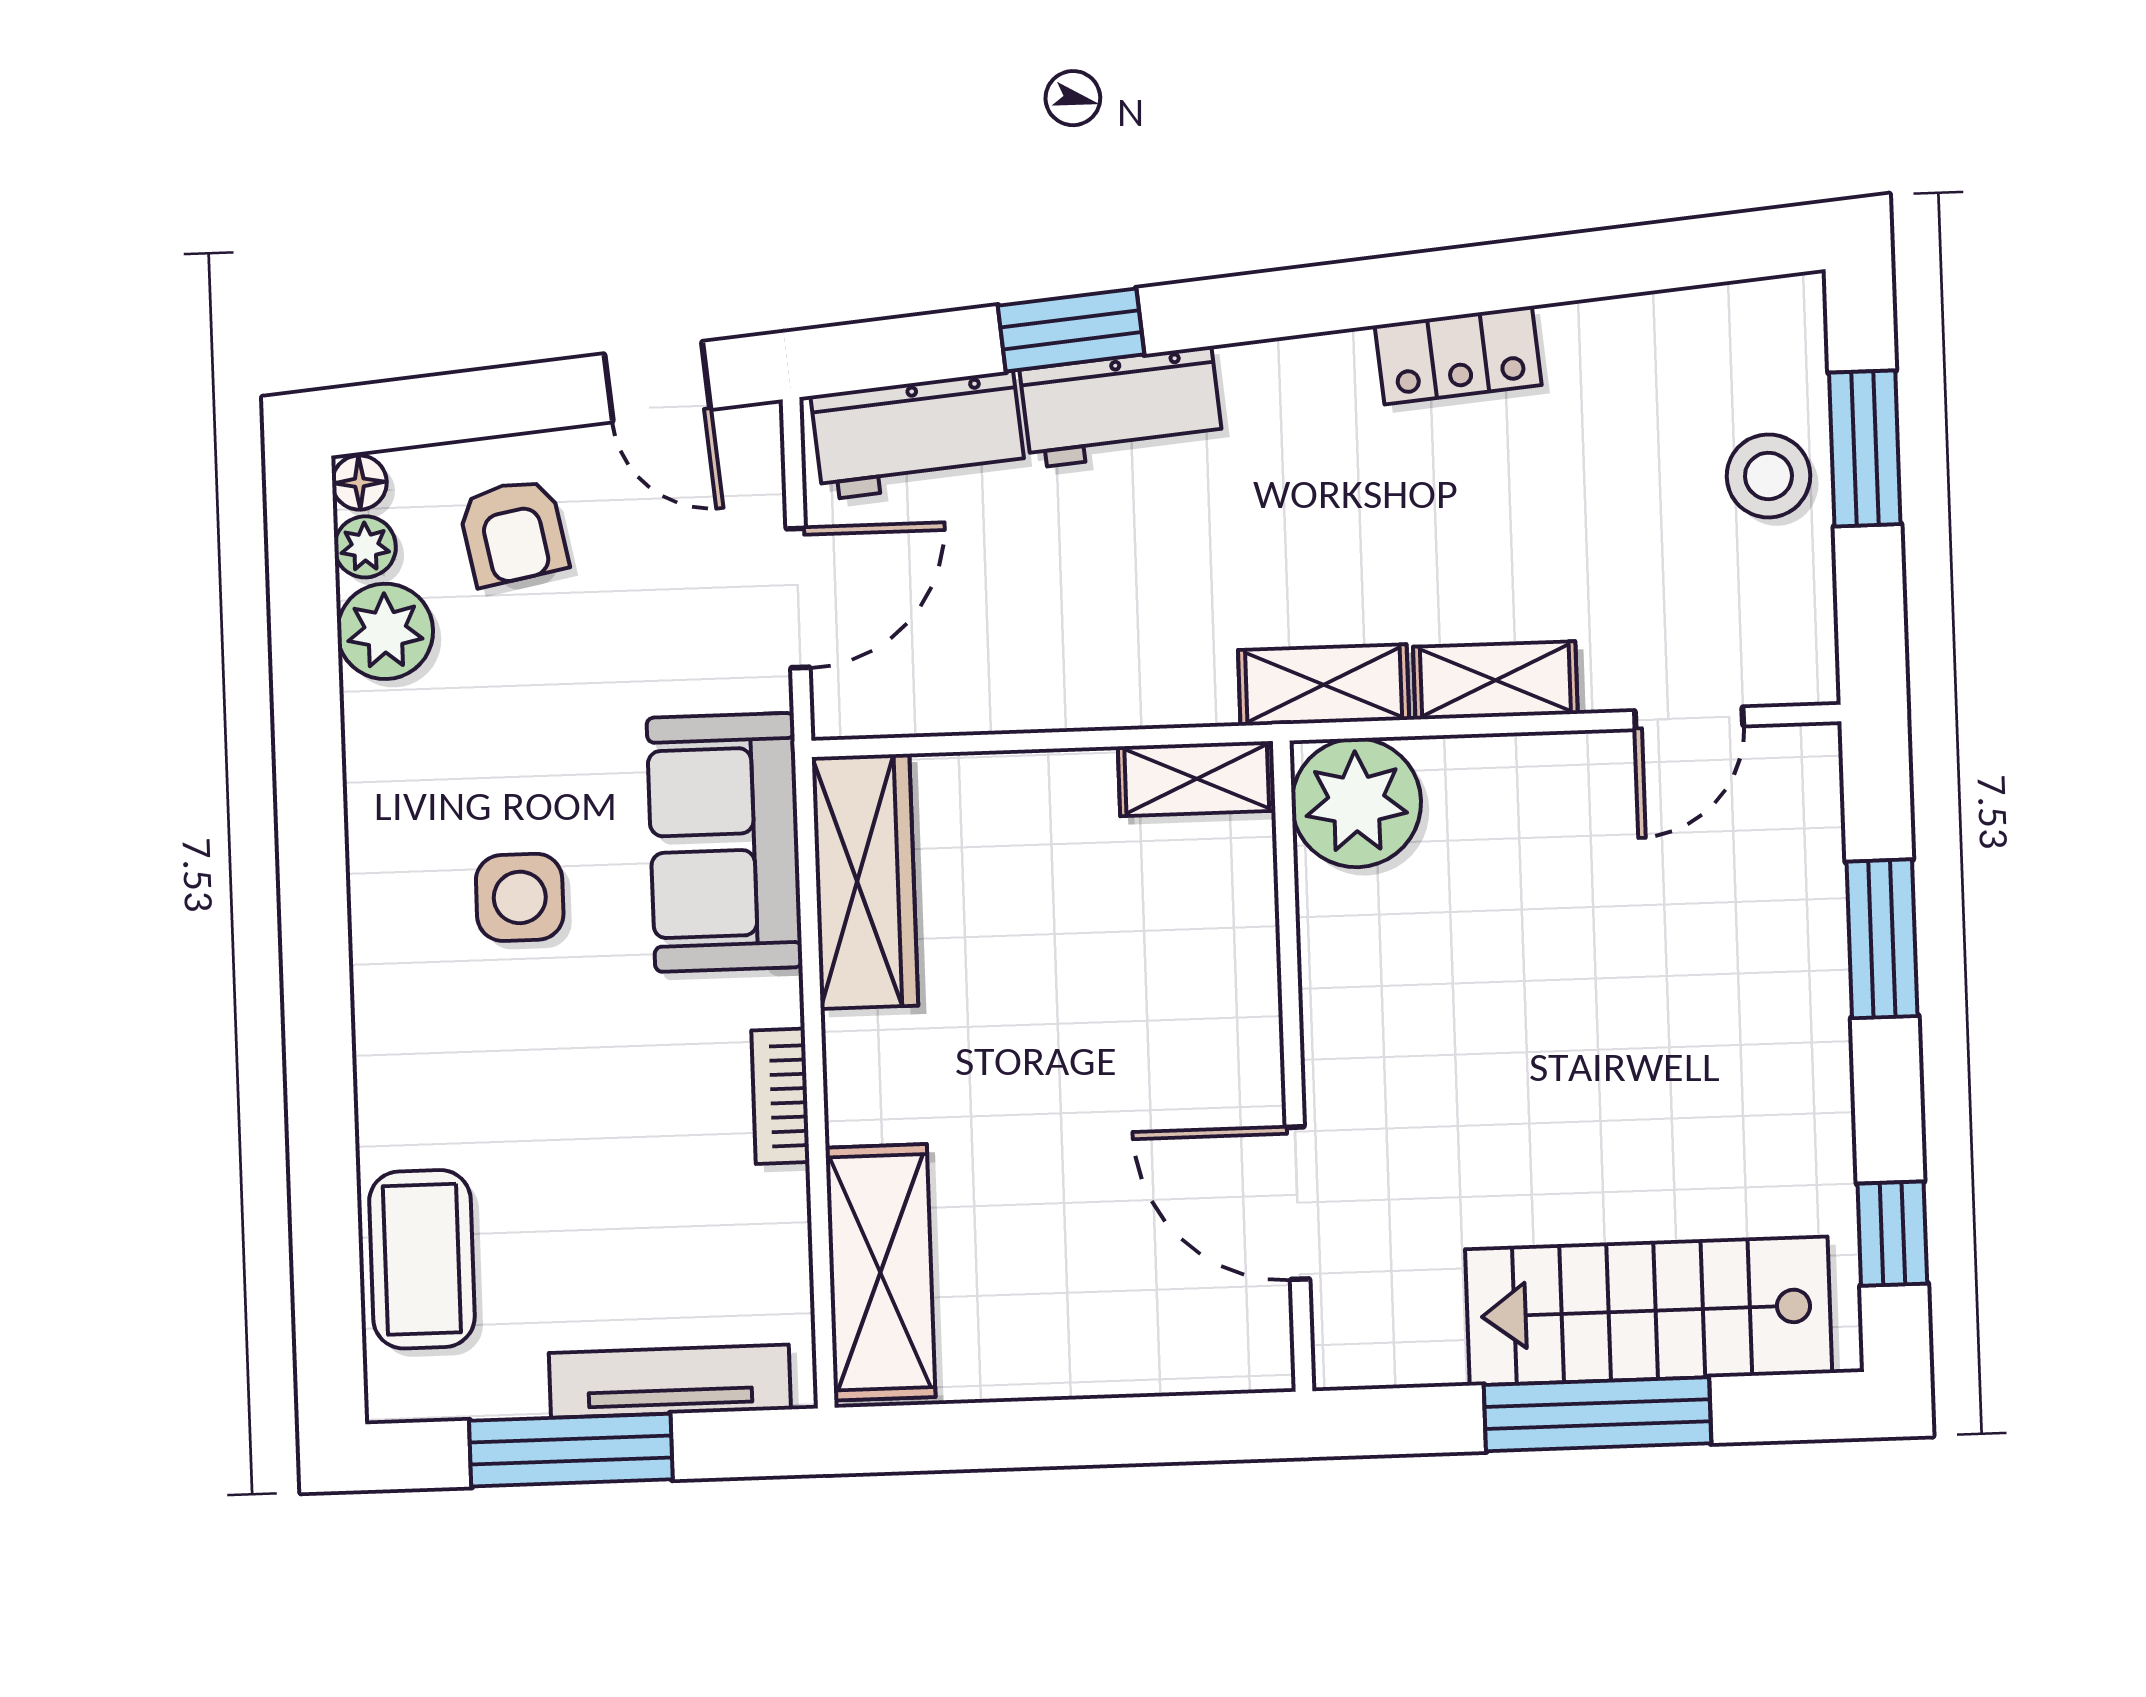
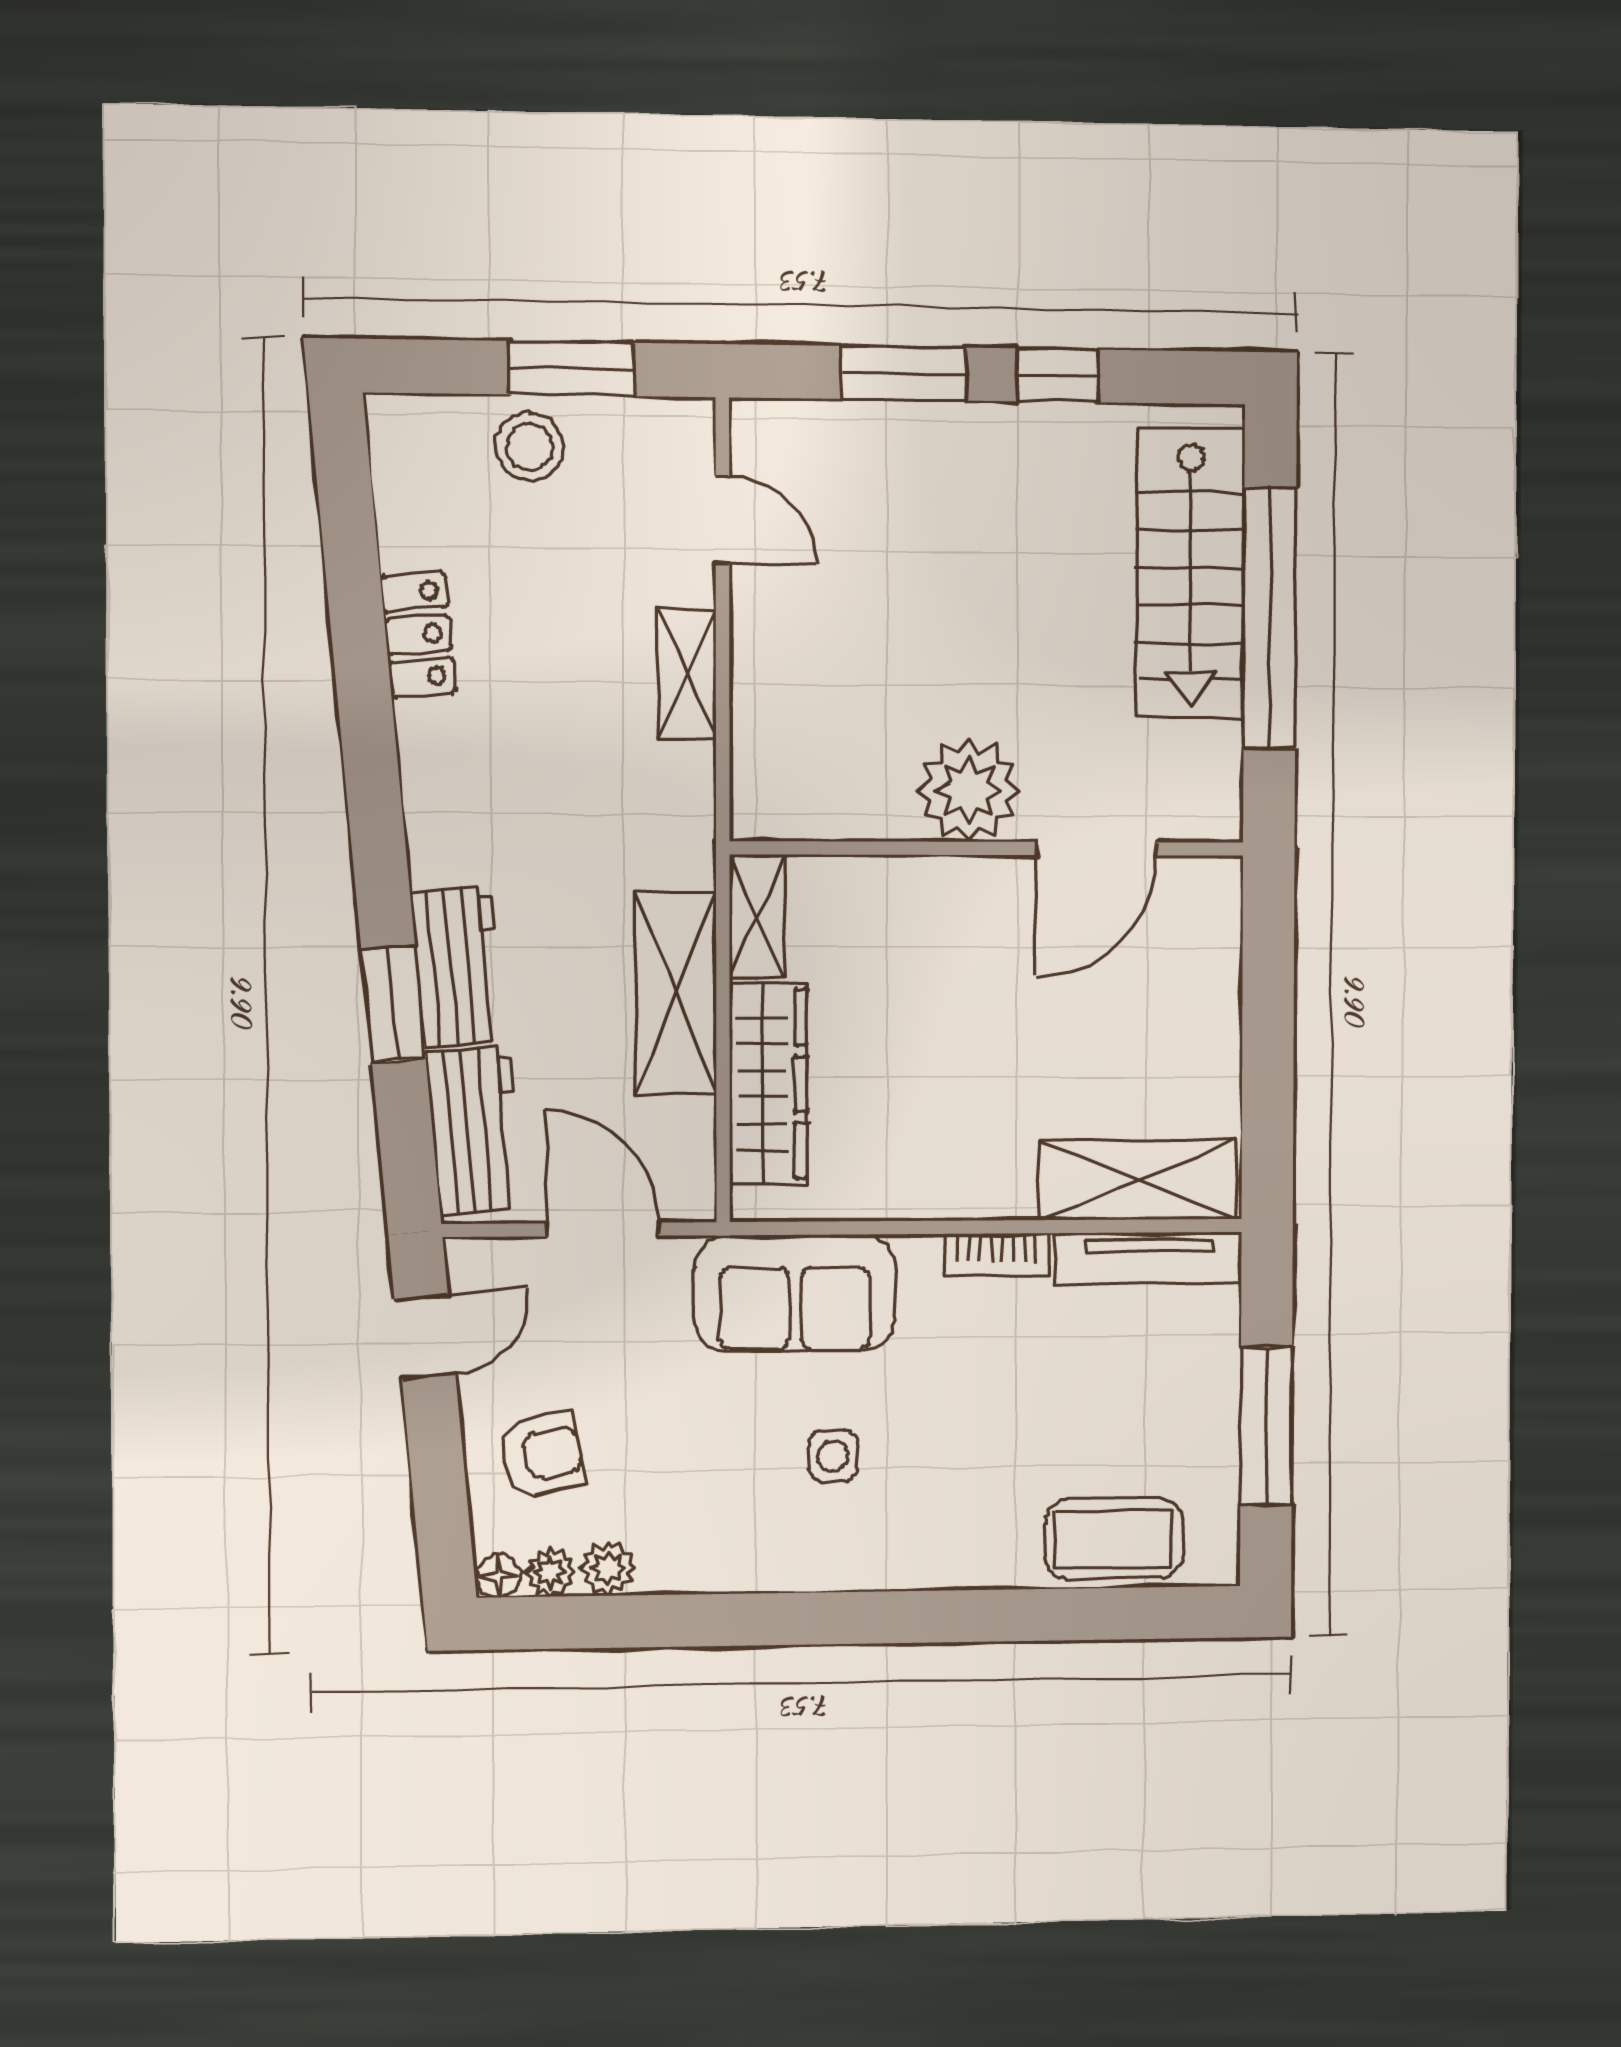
locker: (1458, 355) -> (418, 635), moved
window: (1865, 448) -> (571, 369), moved
plant: (385, 631) -> (608, 1568), width x0.73, depth x0.73
shelving: (1324, 685) -> (676, 994), moved, width x1.50, depth x1.33
plant: (1356, 803) -> (969, 790), moved
wardrobe: (865, 881) -> (768, 1084), moved, turned 90
side table: (520, 897) -> (833, 1456), width x0.73, depth x0.73
window: (1892, 1234) -> (1058, 375), moved
tv unit: (670, 1381) -> (1148, 1258), moved, turned -90
window: (1597, 1414) -> (1270, 618), width x1.46

